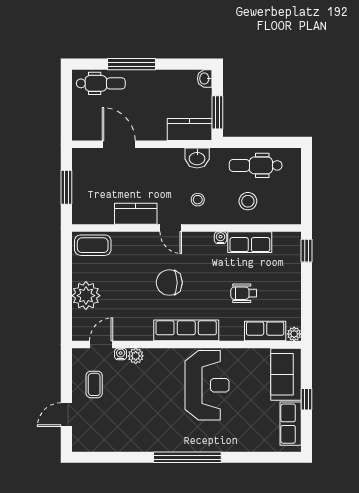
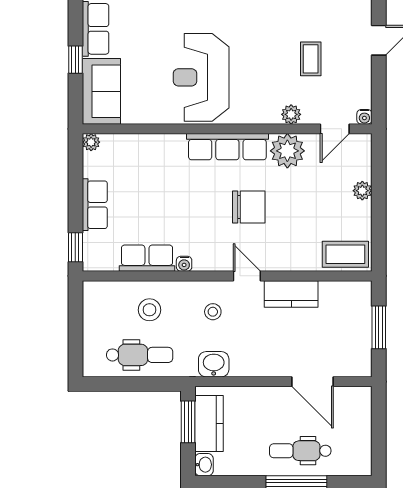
dental chair: (101, 83) -> (300, 451), moved
kitchen counter: (190, 129) -> (209, 423), moved, turned -90
wheelchair: (244, 293) -> (155, 194), removed
plant: (86, 296) -> (362, 191), width x0.53, depth x0.53
plant: (139, 327) -> (287, 151), added
row of seats: (265, 331) -> (95, 205), moved, turned -90
water cooler: (121, 354) -> (364, 117), moved
coffee table: (94, 384) -> (311, 59), moved

